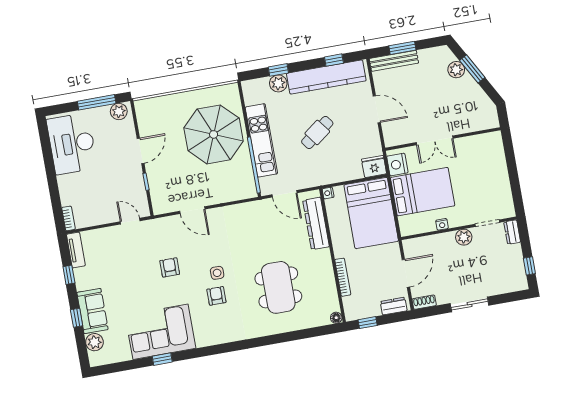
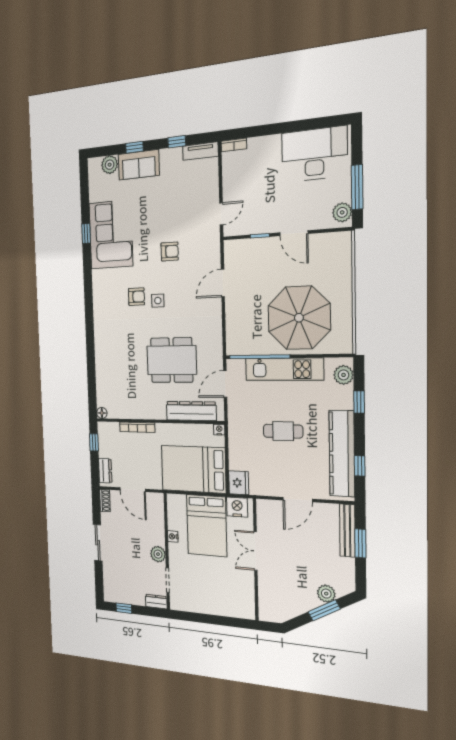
plant: (278, 83) -> (344, 375), moved
cafe table: (317, 132) -> (283, 431), turned -53
dining table: (278, 287) -> (172, 360), moved

